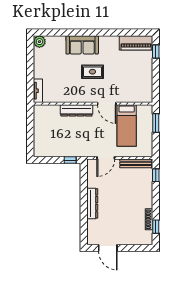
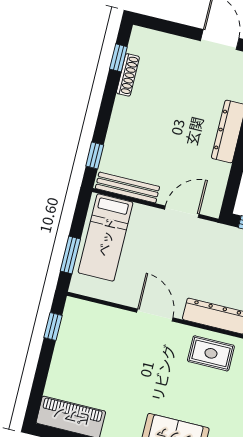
window: (156, 51) -> (53, 327), moved
rug: (92, 72) -> (211, 353), moved
bed: (127, 125) -> (106, 237), moved, turned 180

